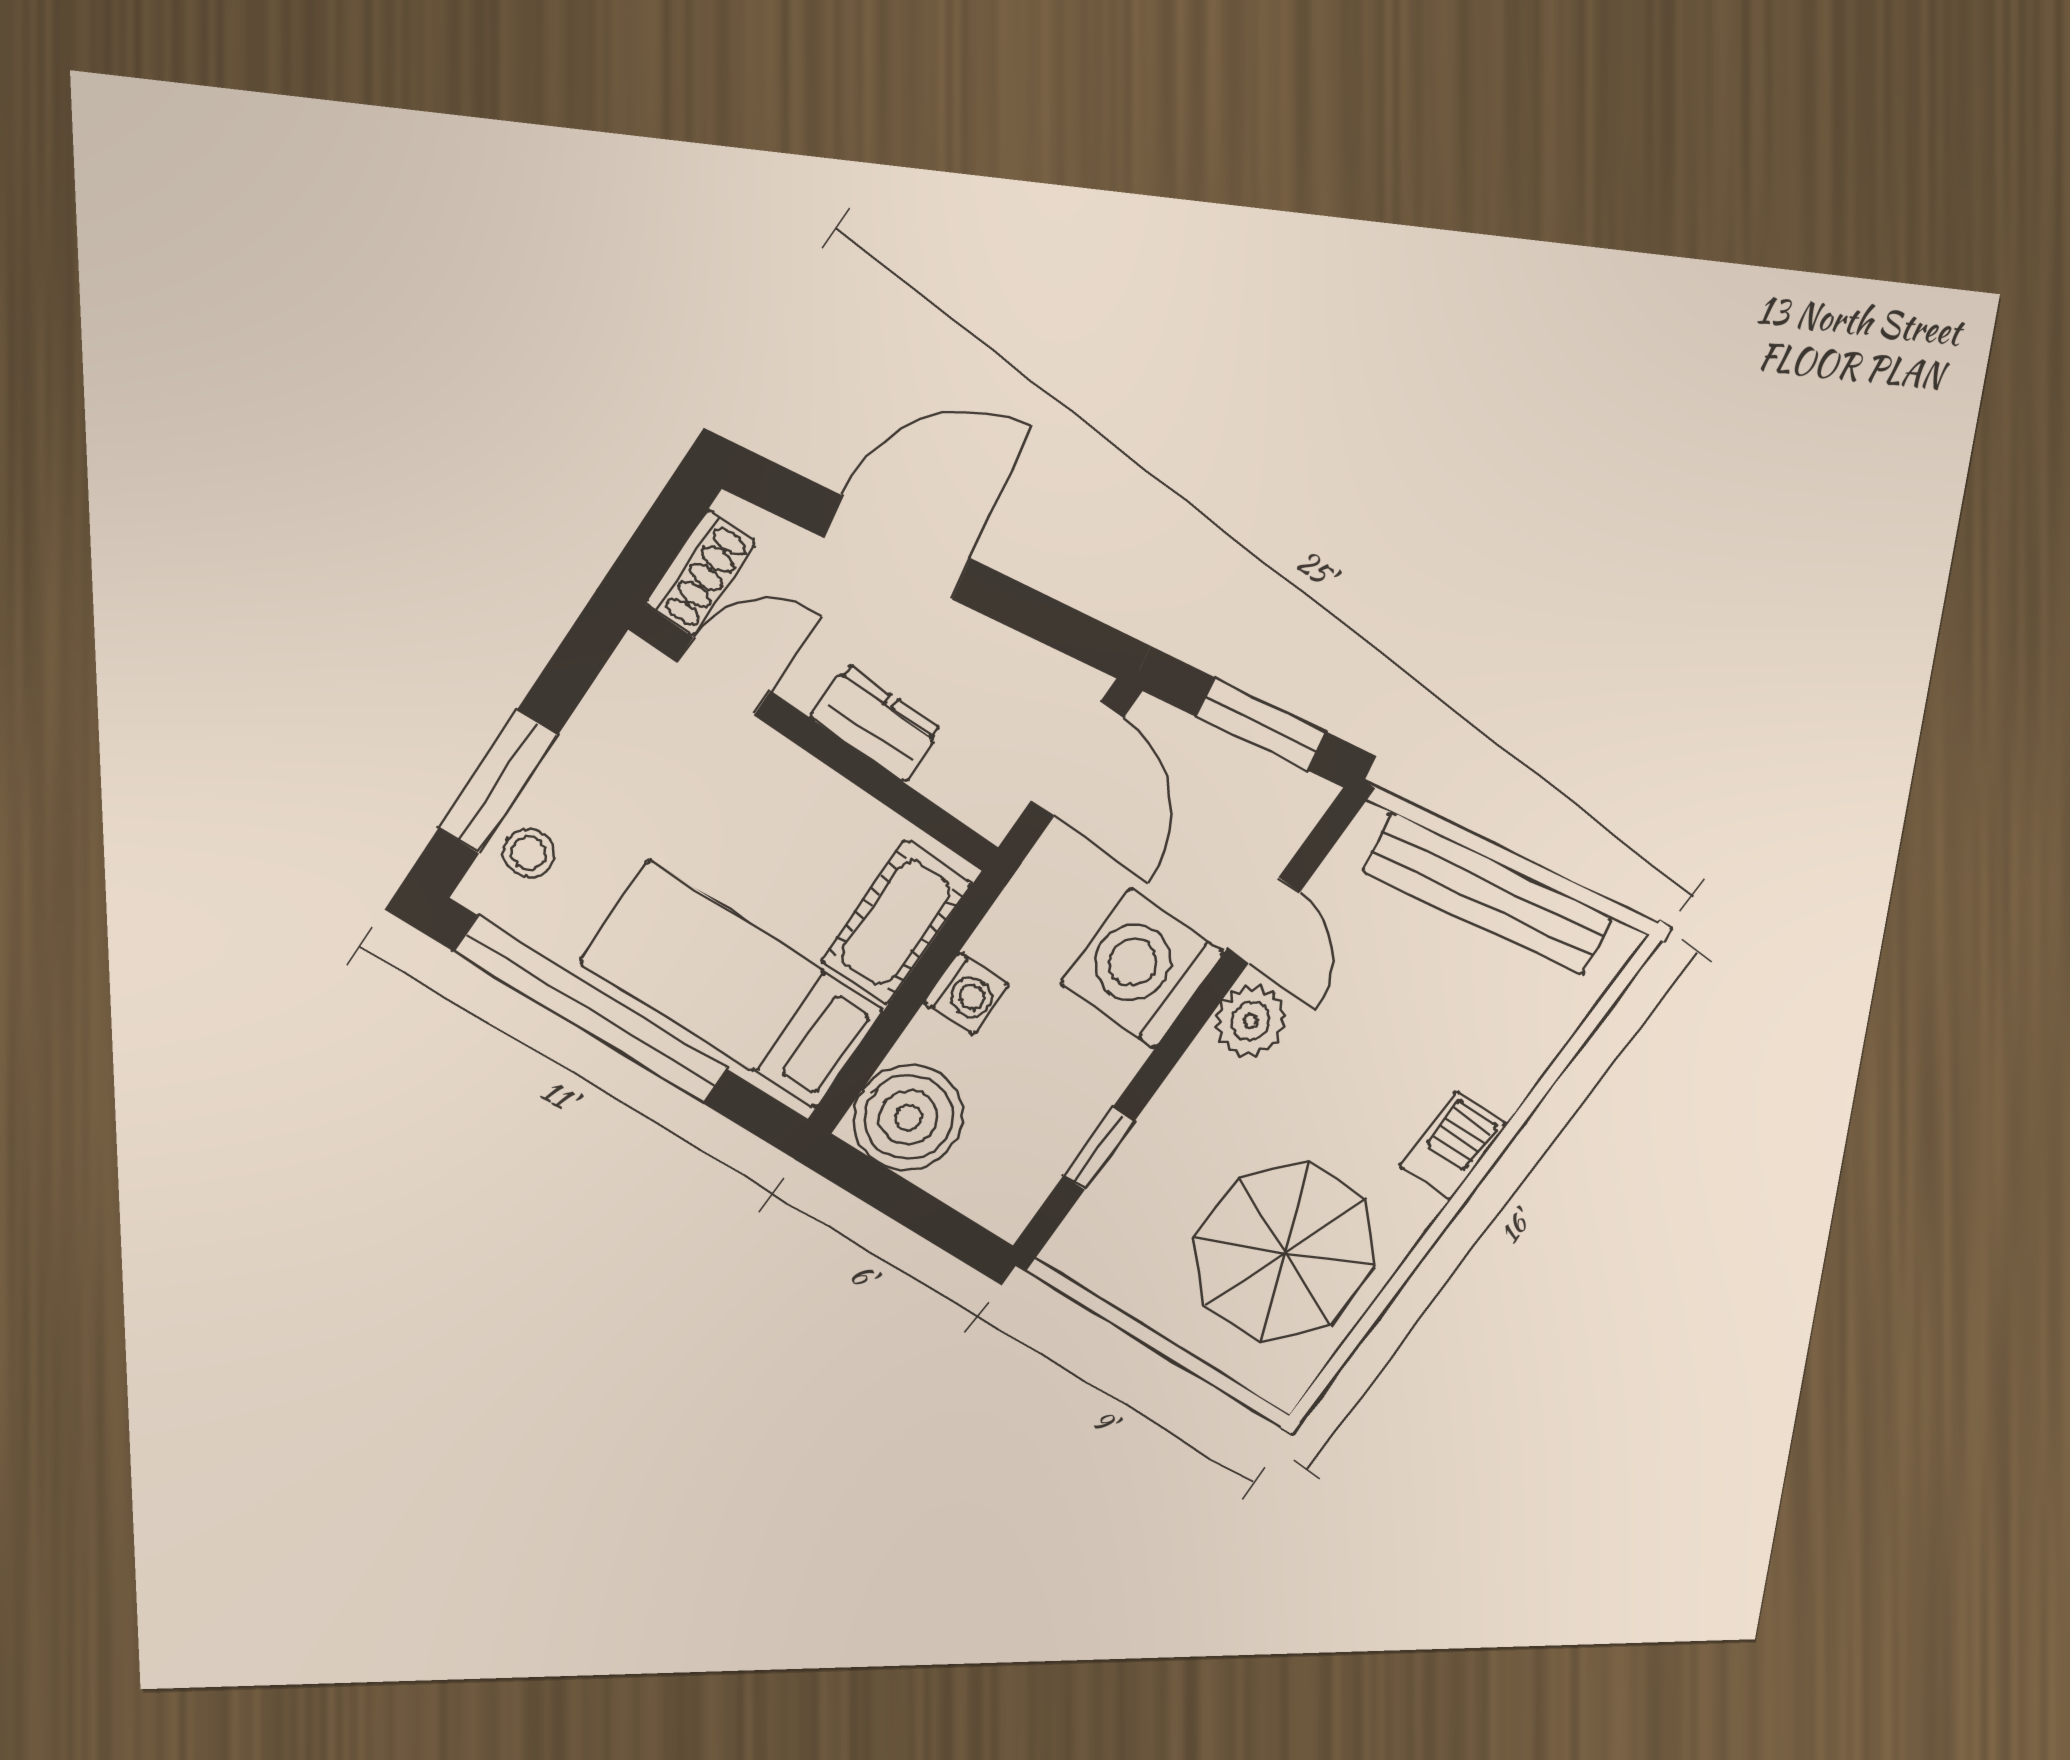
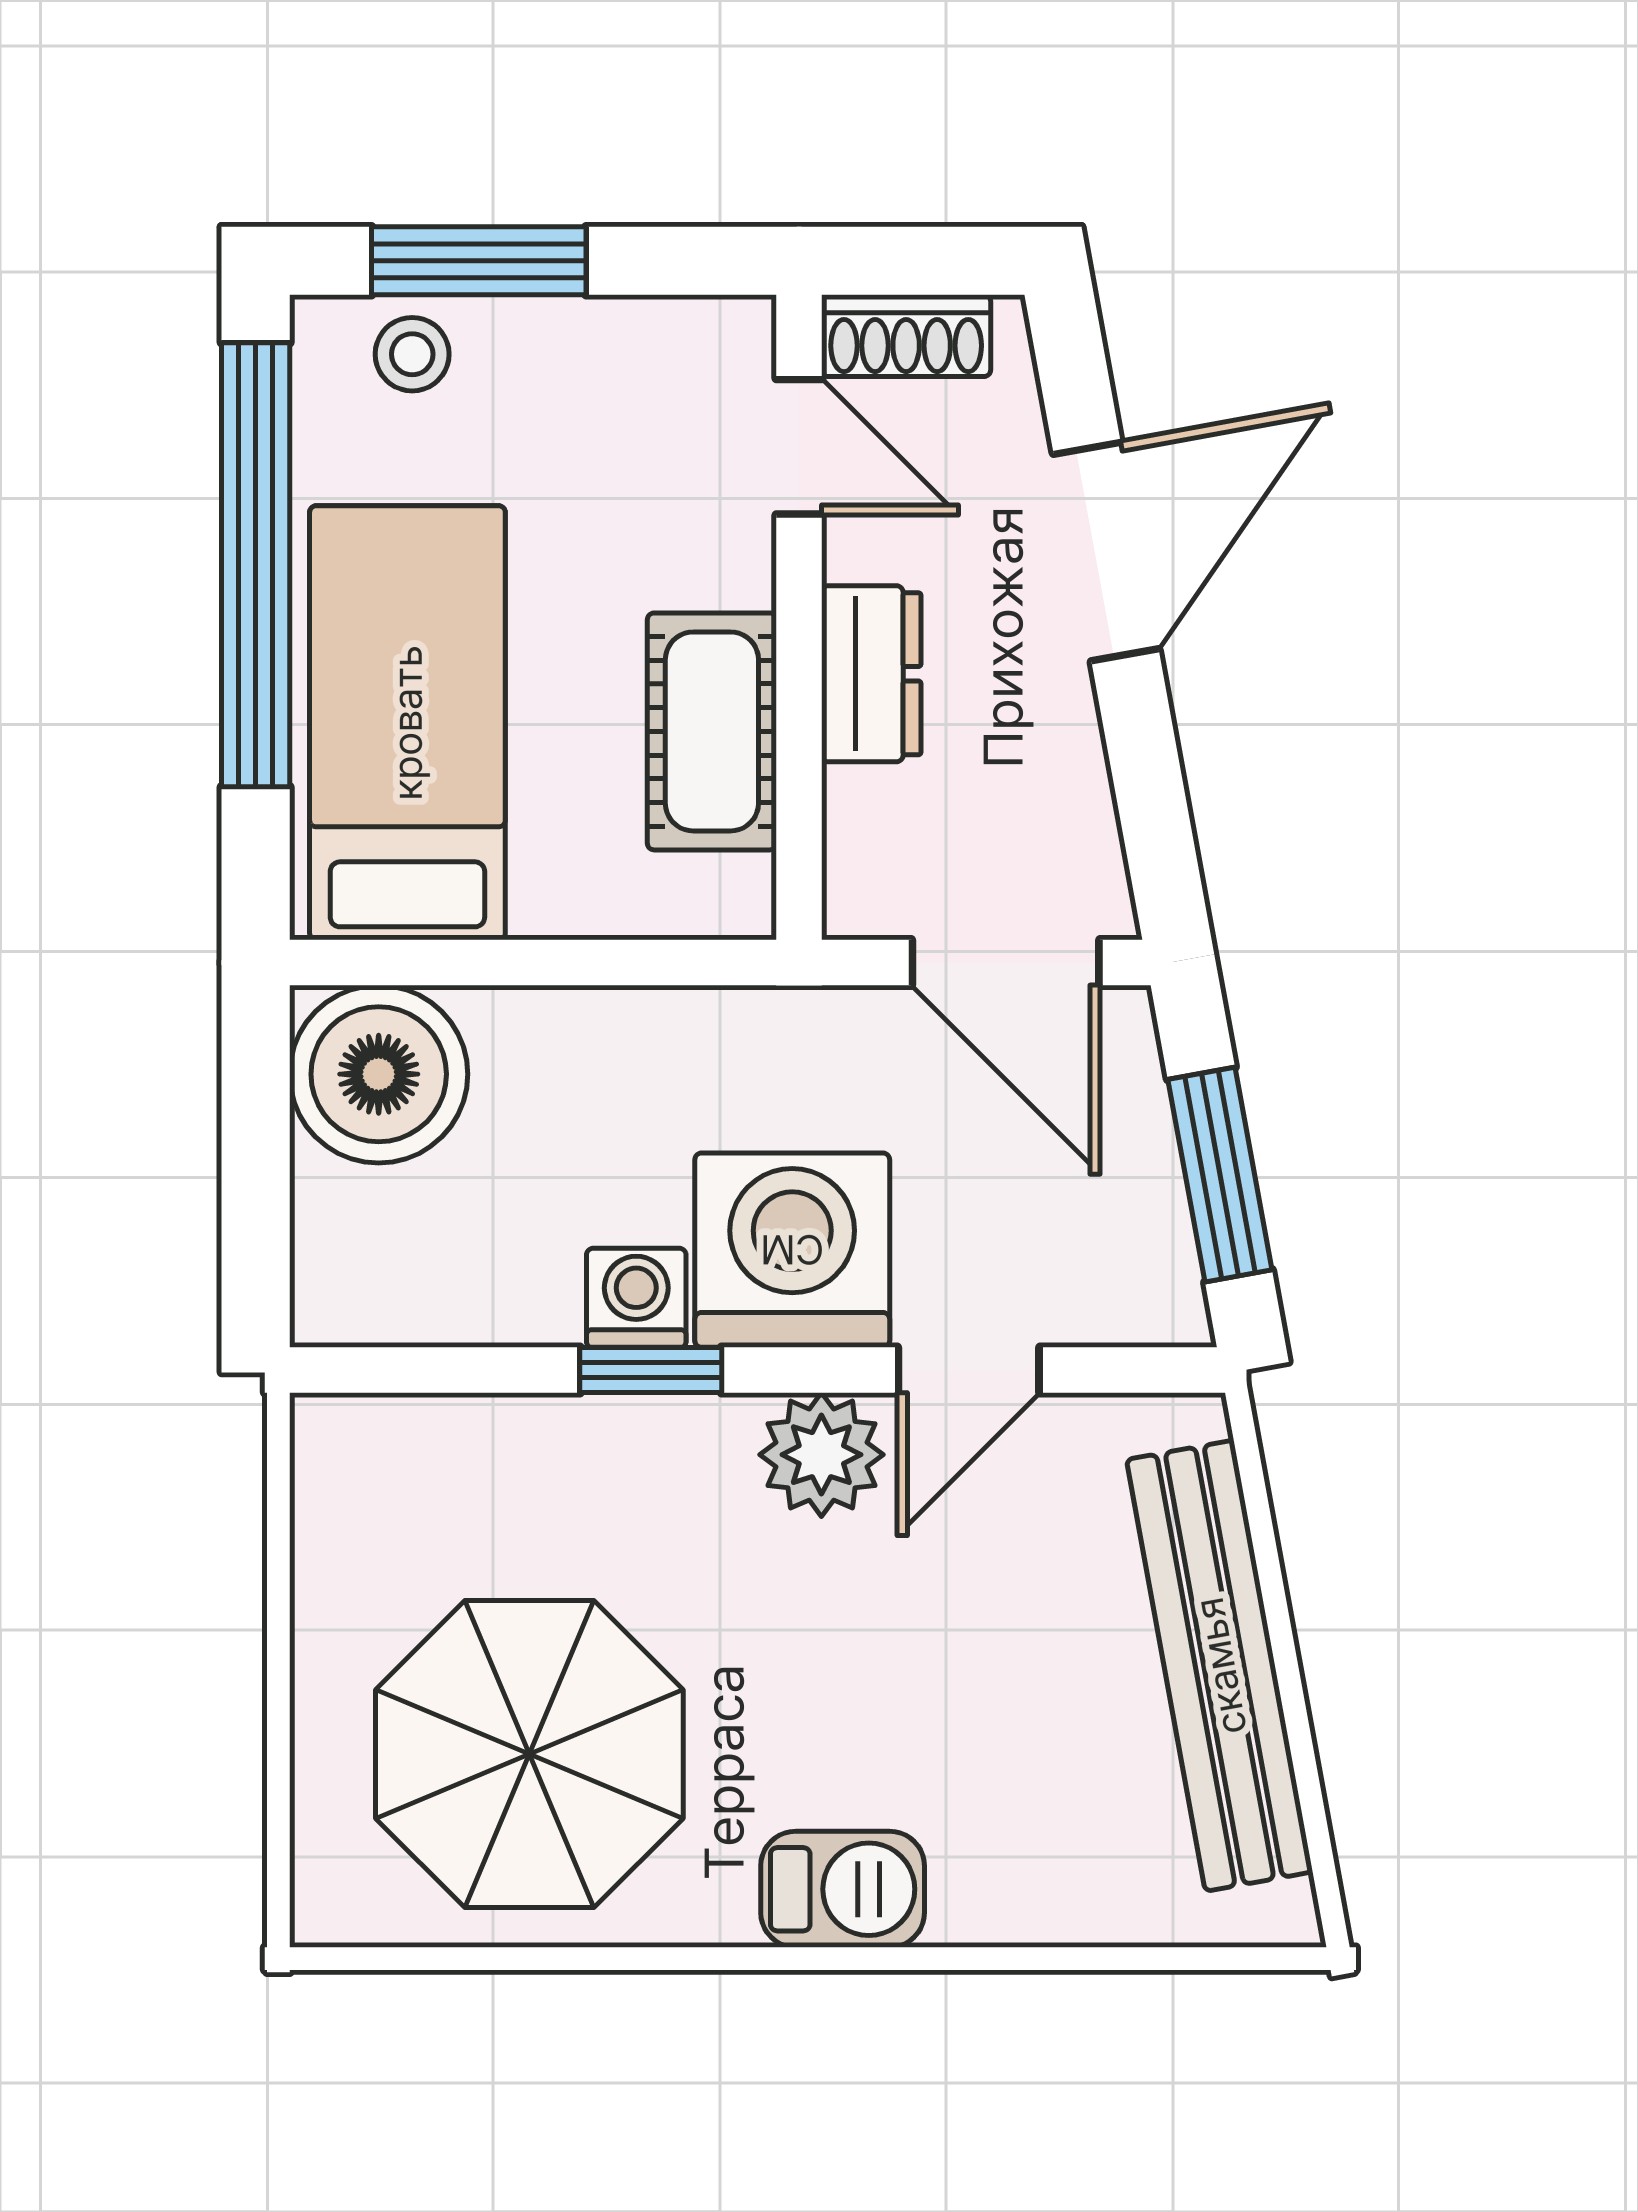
door: (897, 548) -> (1106, 551), hinge flipped
door: (1077, 759) -> (1006, 963), hinge flipped
cot: (896, 923) -> (712, 731), moved, turned 90
washing machine: (967, 994) -> (636, 1298), moved, turned 180
window: (1099, 1149) -> (651, 1370), moved

